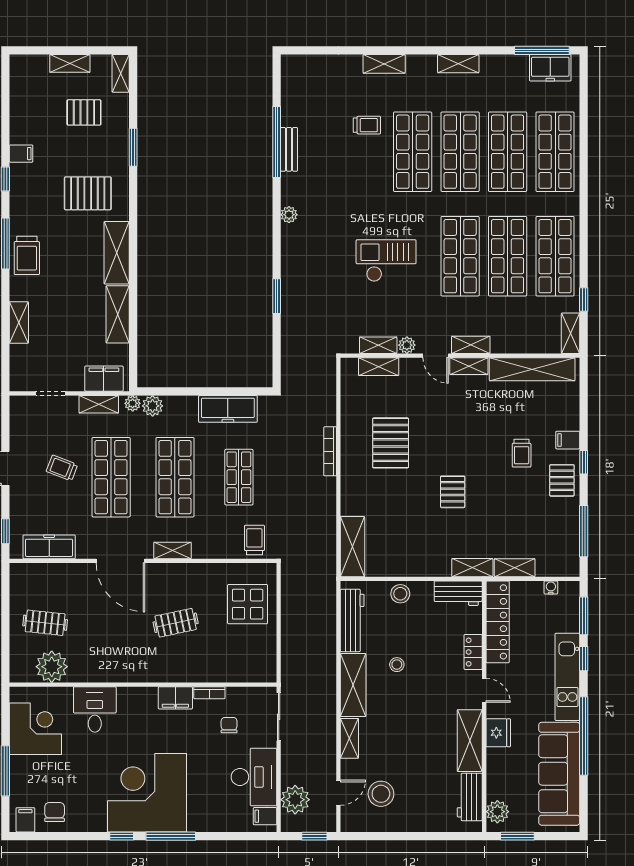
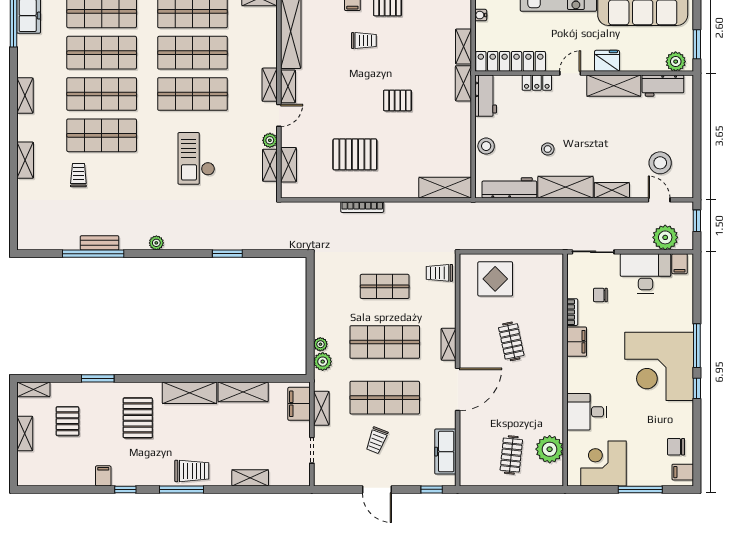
plant: (133, 403) -> (320, 344), moved
freezer: (228, 409) -> (325, 296), removed

